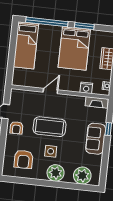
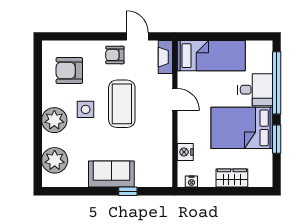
desk: (50, 37) -> (255, 90), added
bed: (26, 45) -> (211, 56), moved, turned 180
fireplace: (97, 102) -> (165, 57), moved

